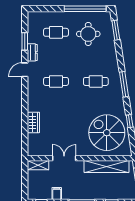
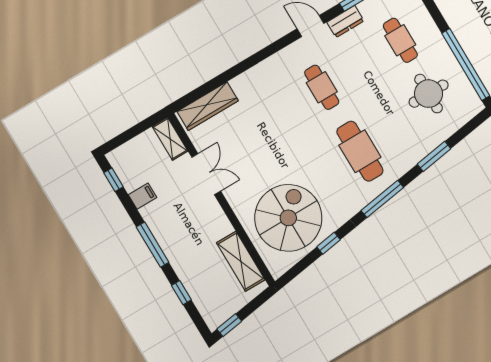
window: (116, 30) -> (434, 156), moved
cafe table: (96, 81) -> (360, 151), width x1.37, depth x1.35
wardrobe: (33, 122) -> (208, 106), moved, width x1.50
shelving: (107, 166) -> (241, 261), width x0.68

